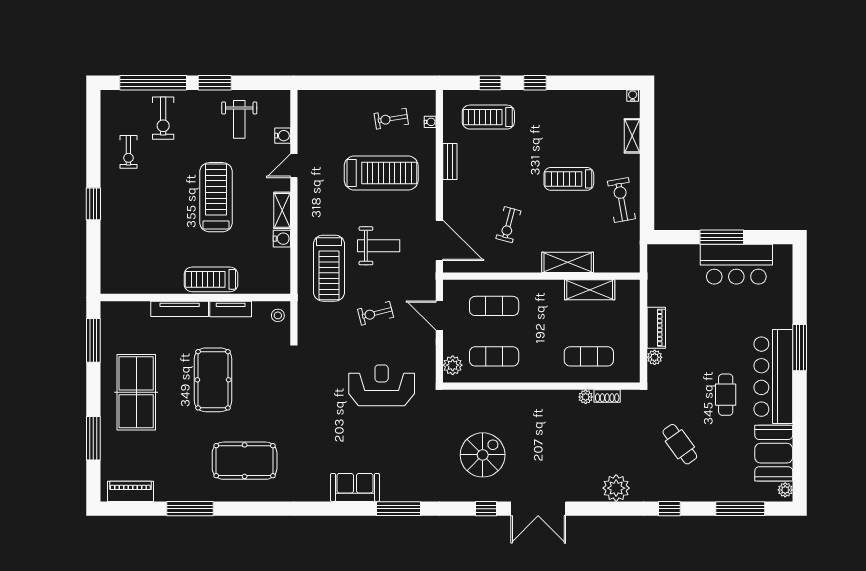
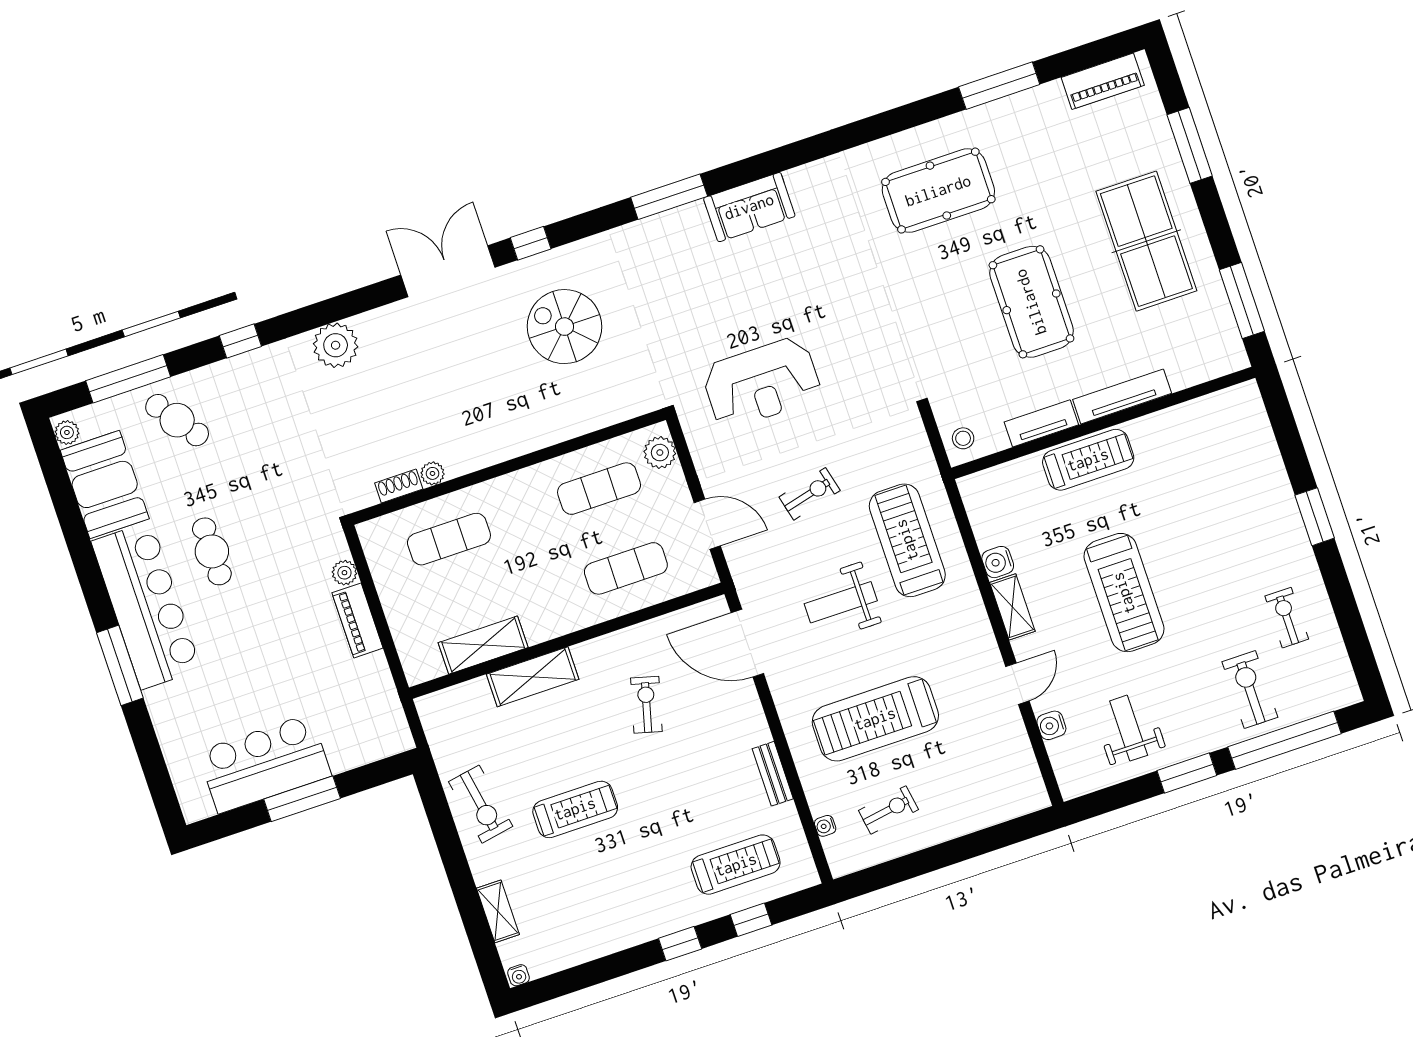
cafe table: (680, 444) -> (177, 420), moved
spiral stairs: (483, 455) -> (565, 327), turned 90

